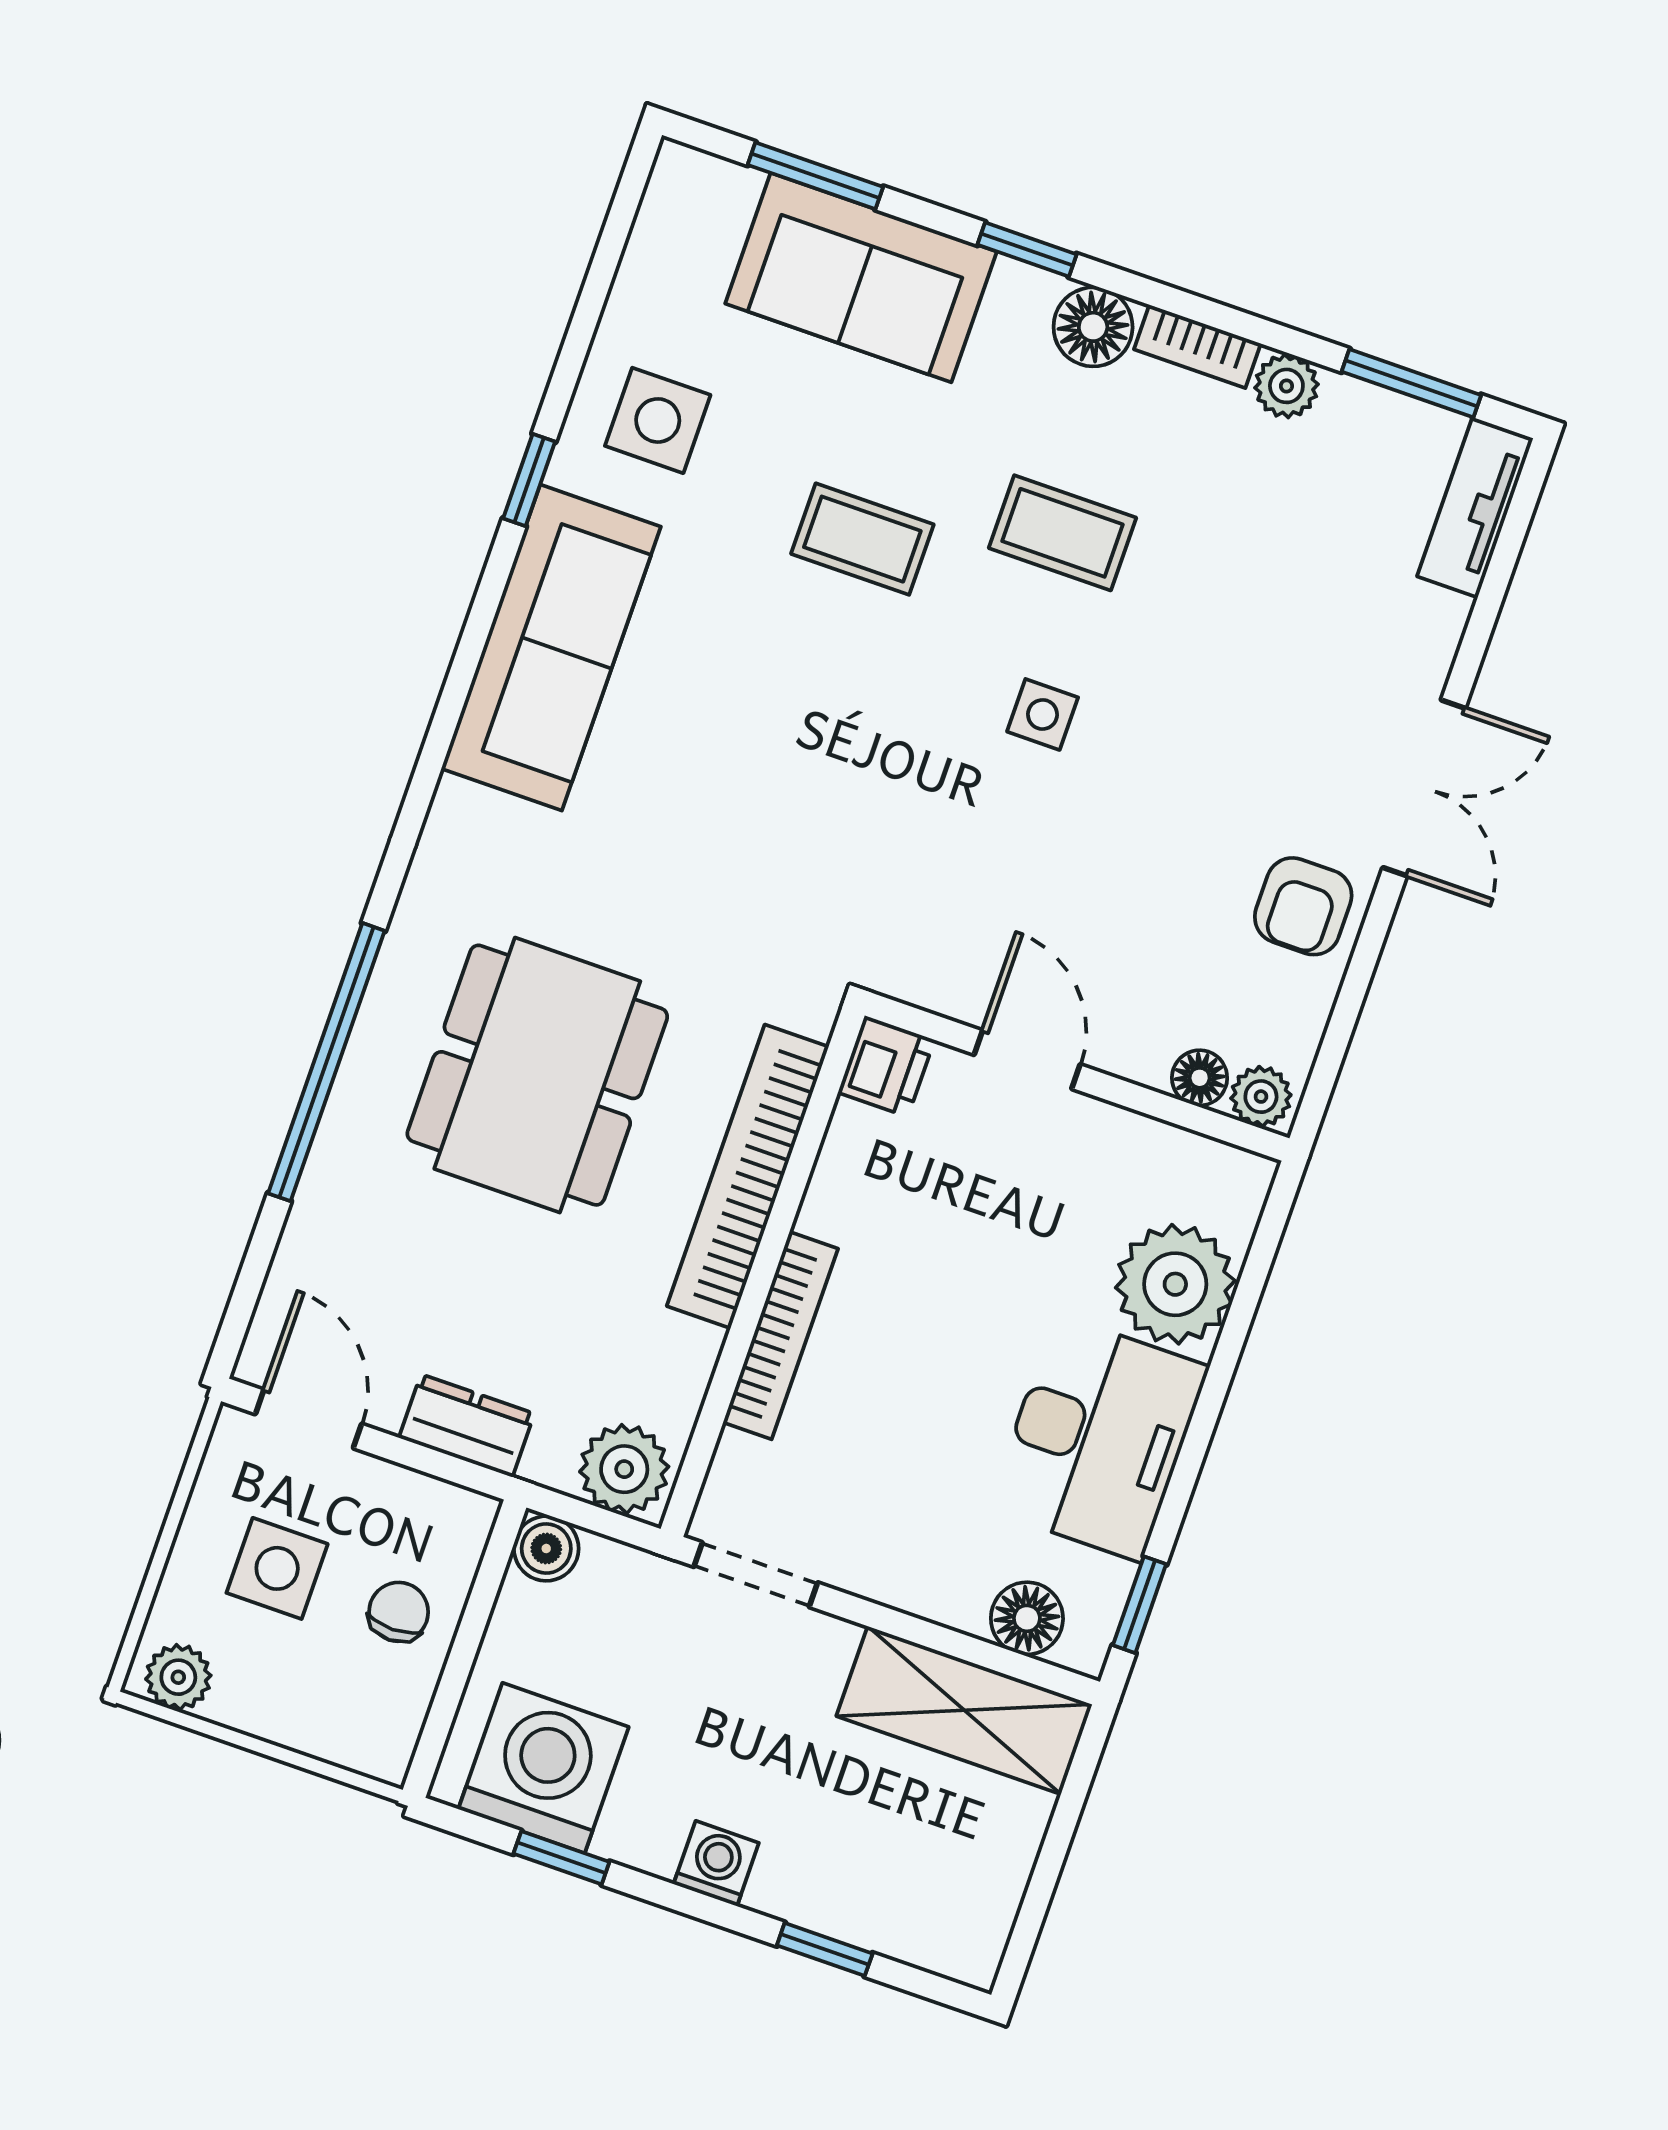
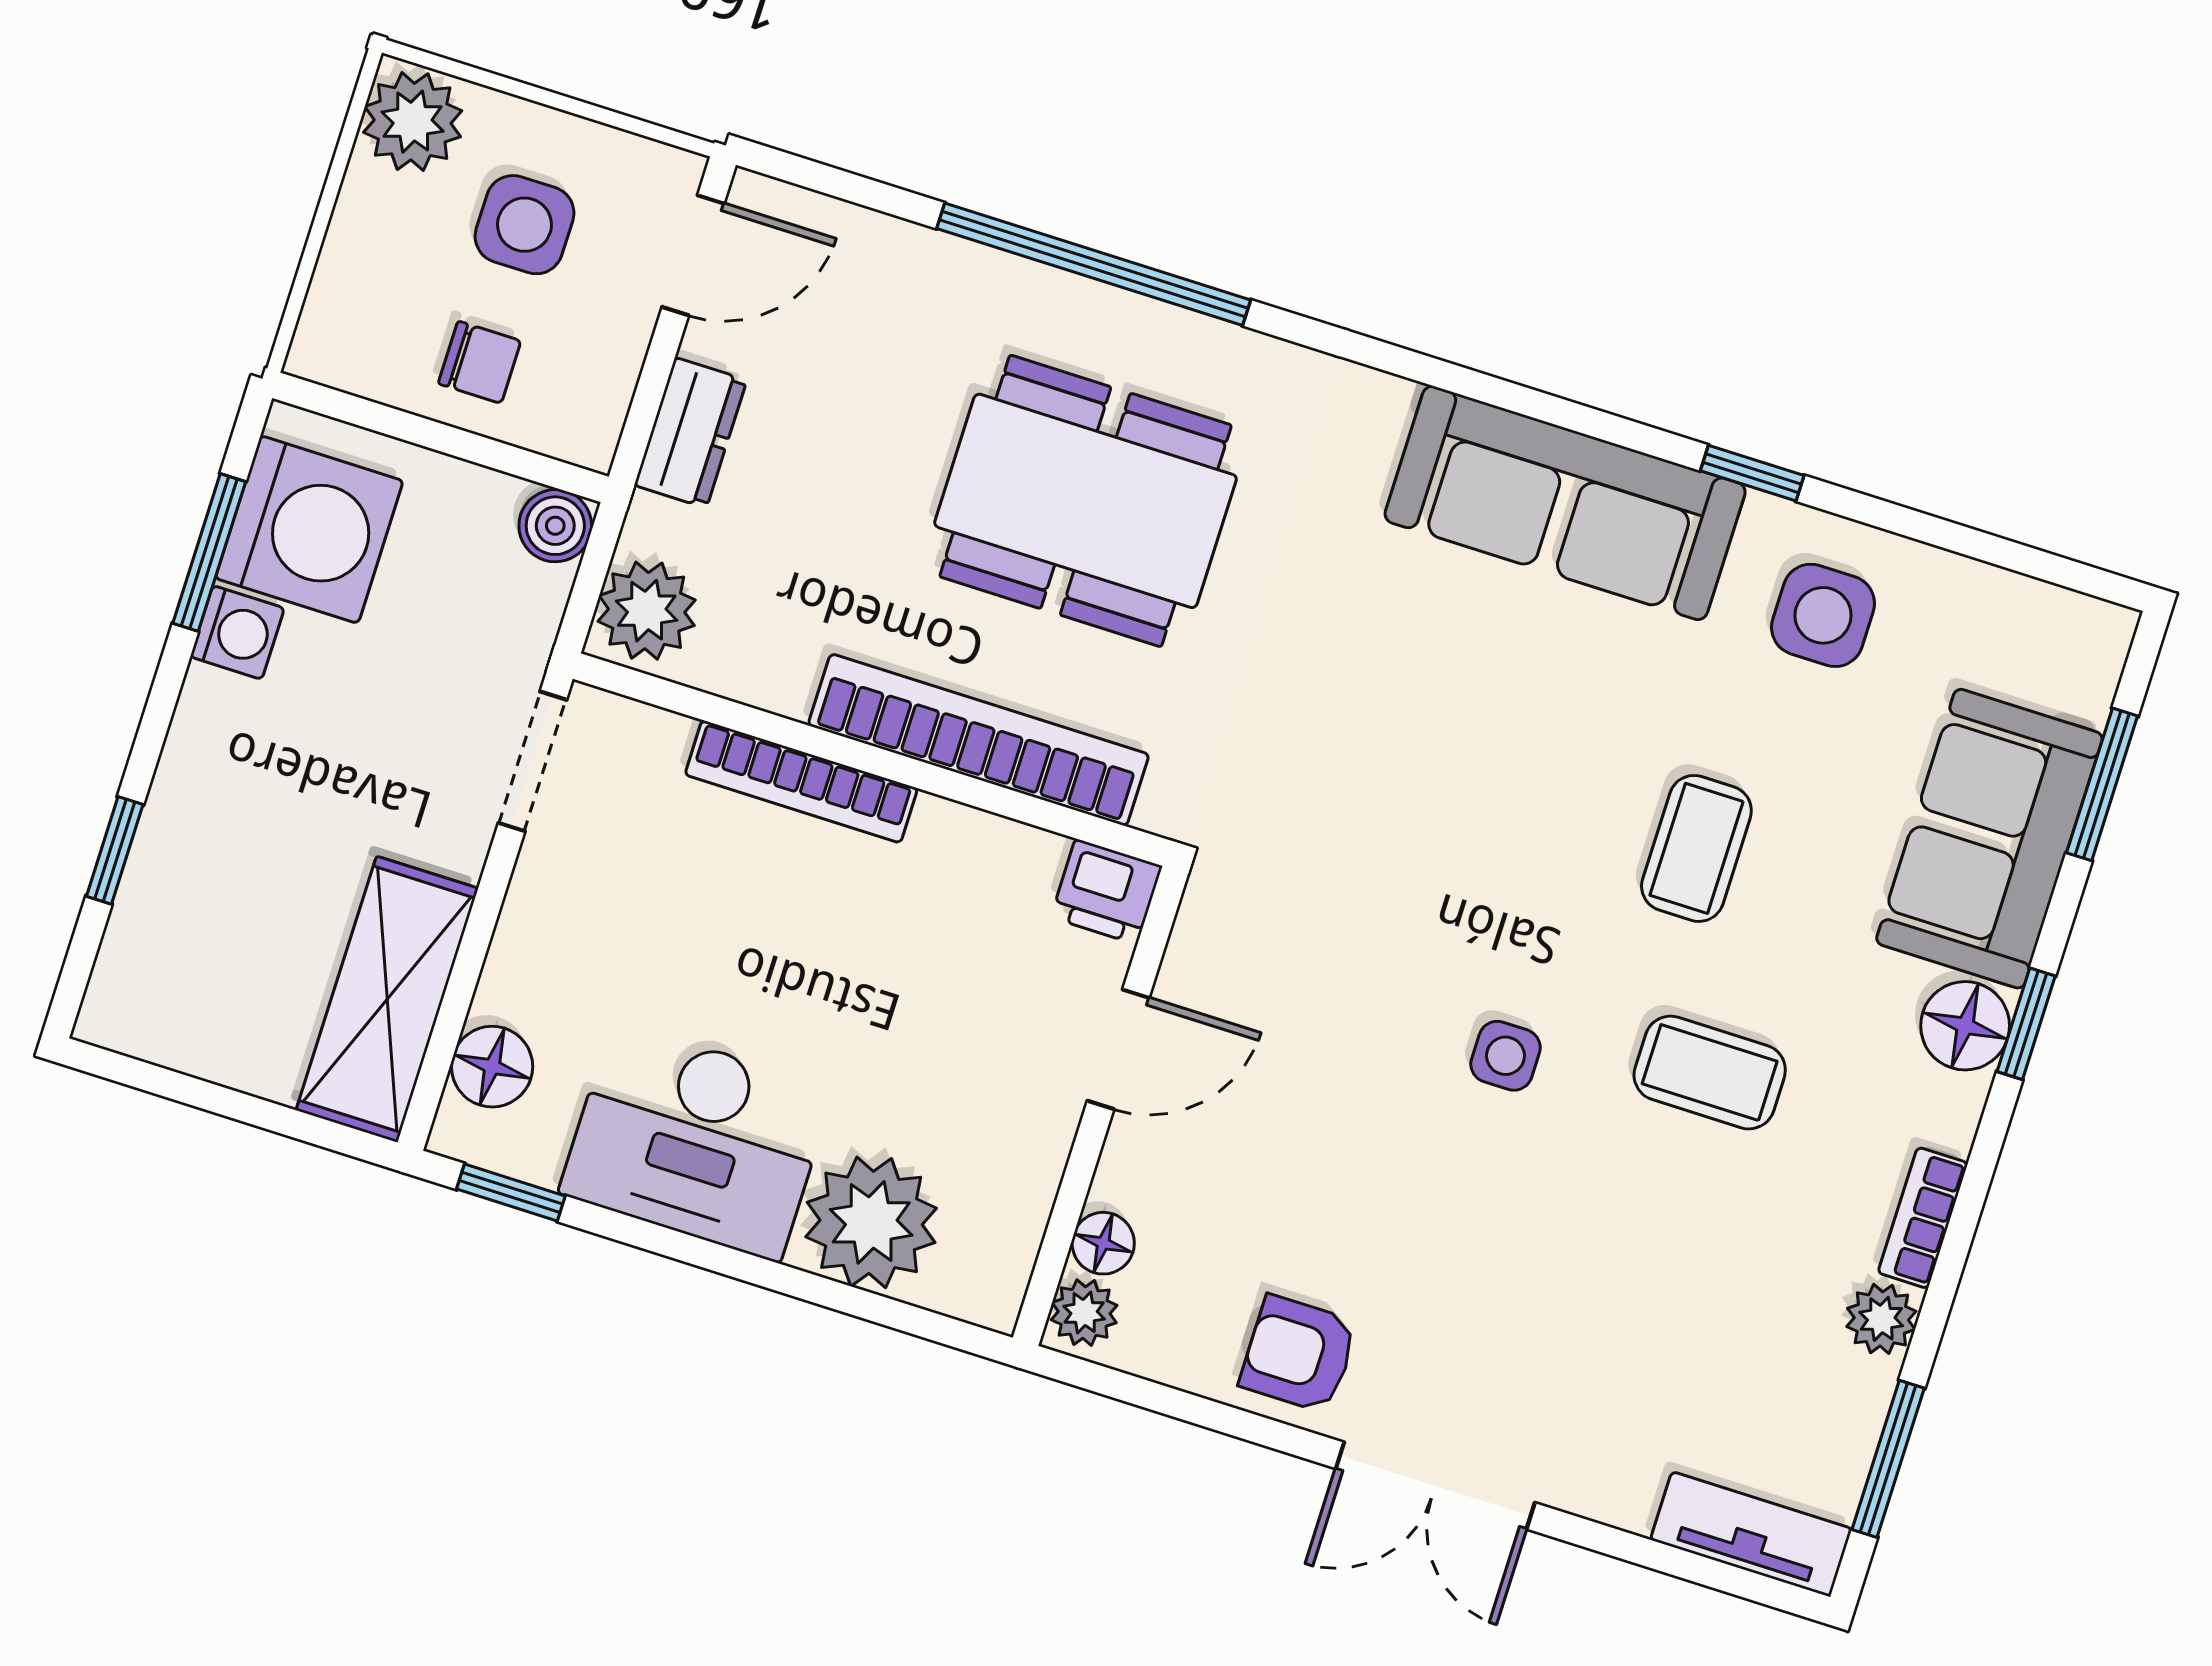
floor lamp: (1093, 327) -> (1965, 1026), moved
coffee table: (1063, 533) -> (1710, 1073), turned 90
plant: (178, 1677) -> (413, 122), width x1.38, depth x1.38
window: (561, 1858) -> (209, 552), width x1.50
washing machine: (716, 1864) -> (237, 632), moved

